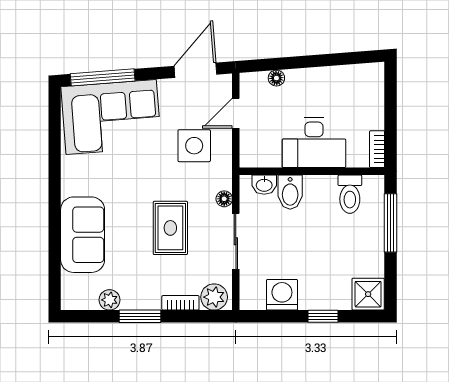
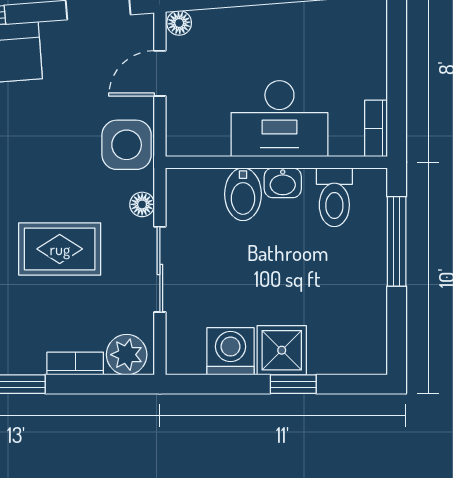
floor lamp: (276, 78) -> (179, 23), moved
side table: (194, 146) -> (127, 145), moved
washbasin: (264, 185) -> (283, 183), moved
rug: (170, 228) -> (60, 249), turned 90
shower: (368, 294) -> (282, 350), moved

